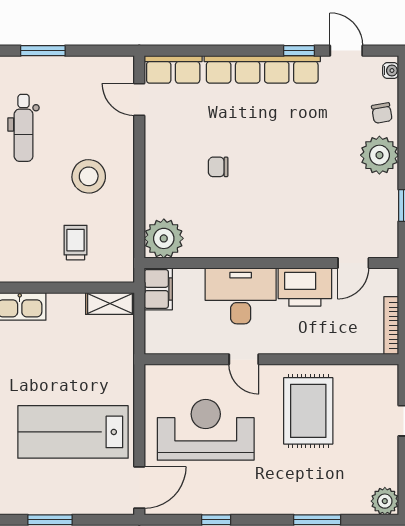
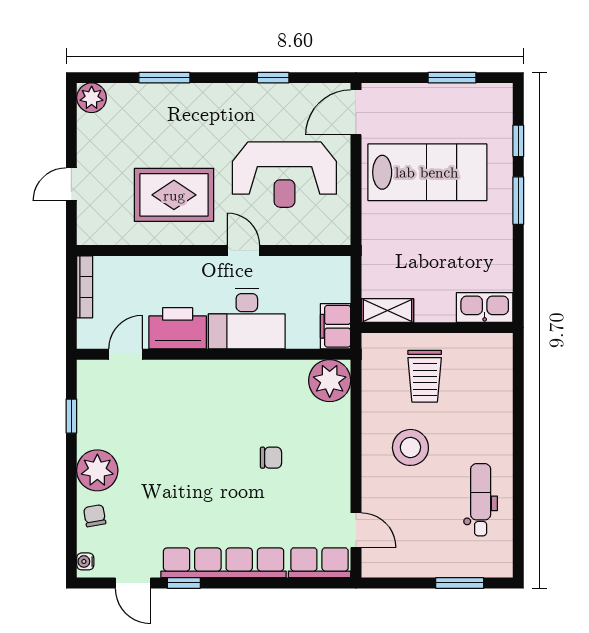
trolley: (75, 243) -> (425, 376), width x1.36, depth x1.39
rug: (308, 411) -> (174, 195), turned 90

